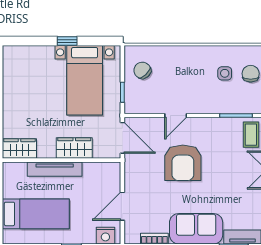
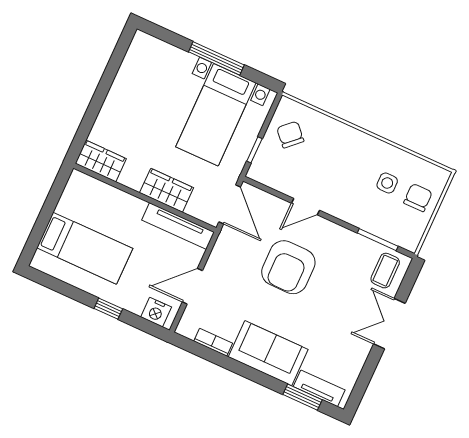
window: (67, 41) -> (216, 58), width x2.17
tv unit: (55, 169) -> (178, 226), moved

